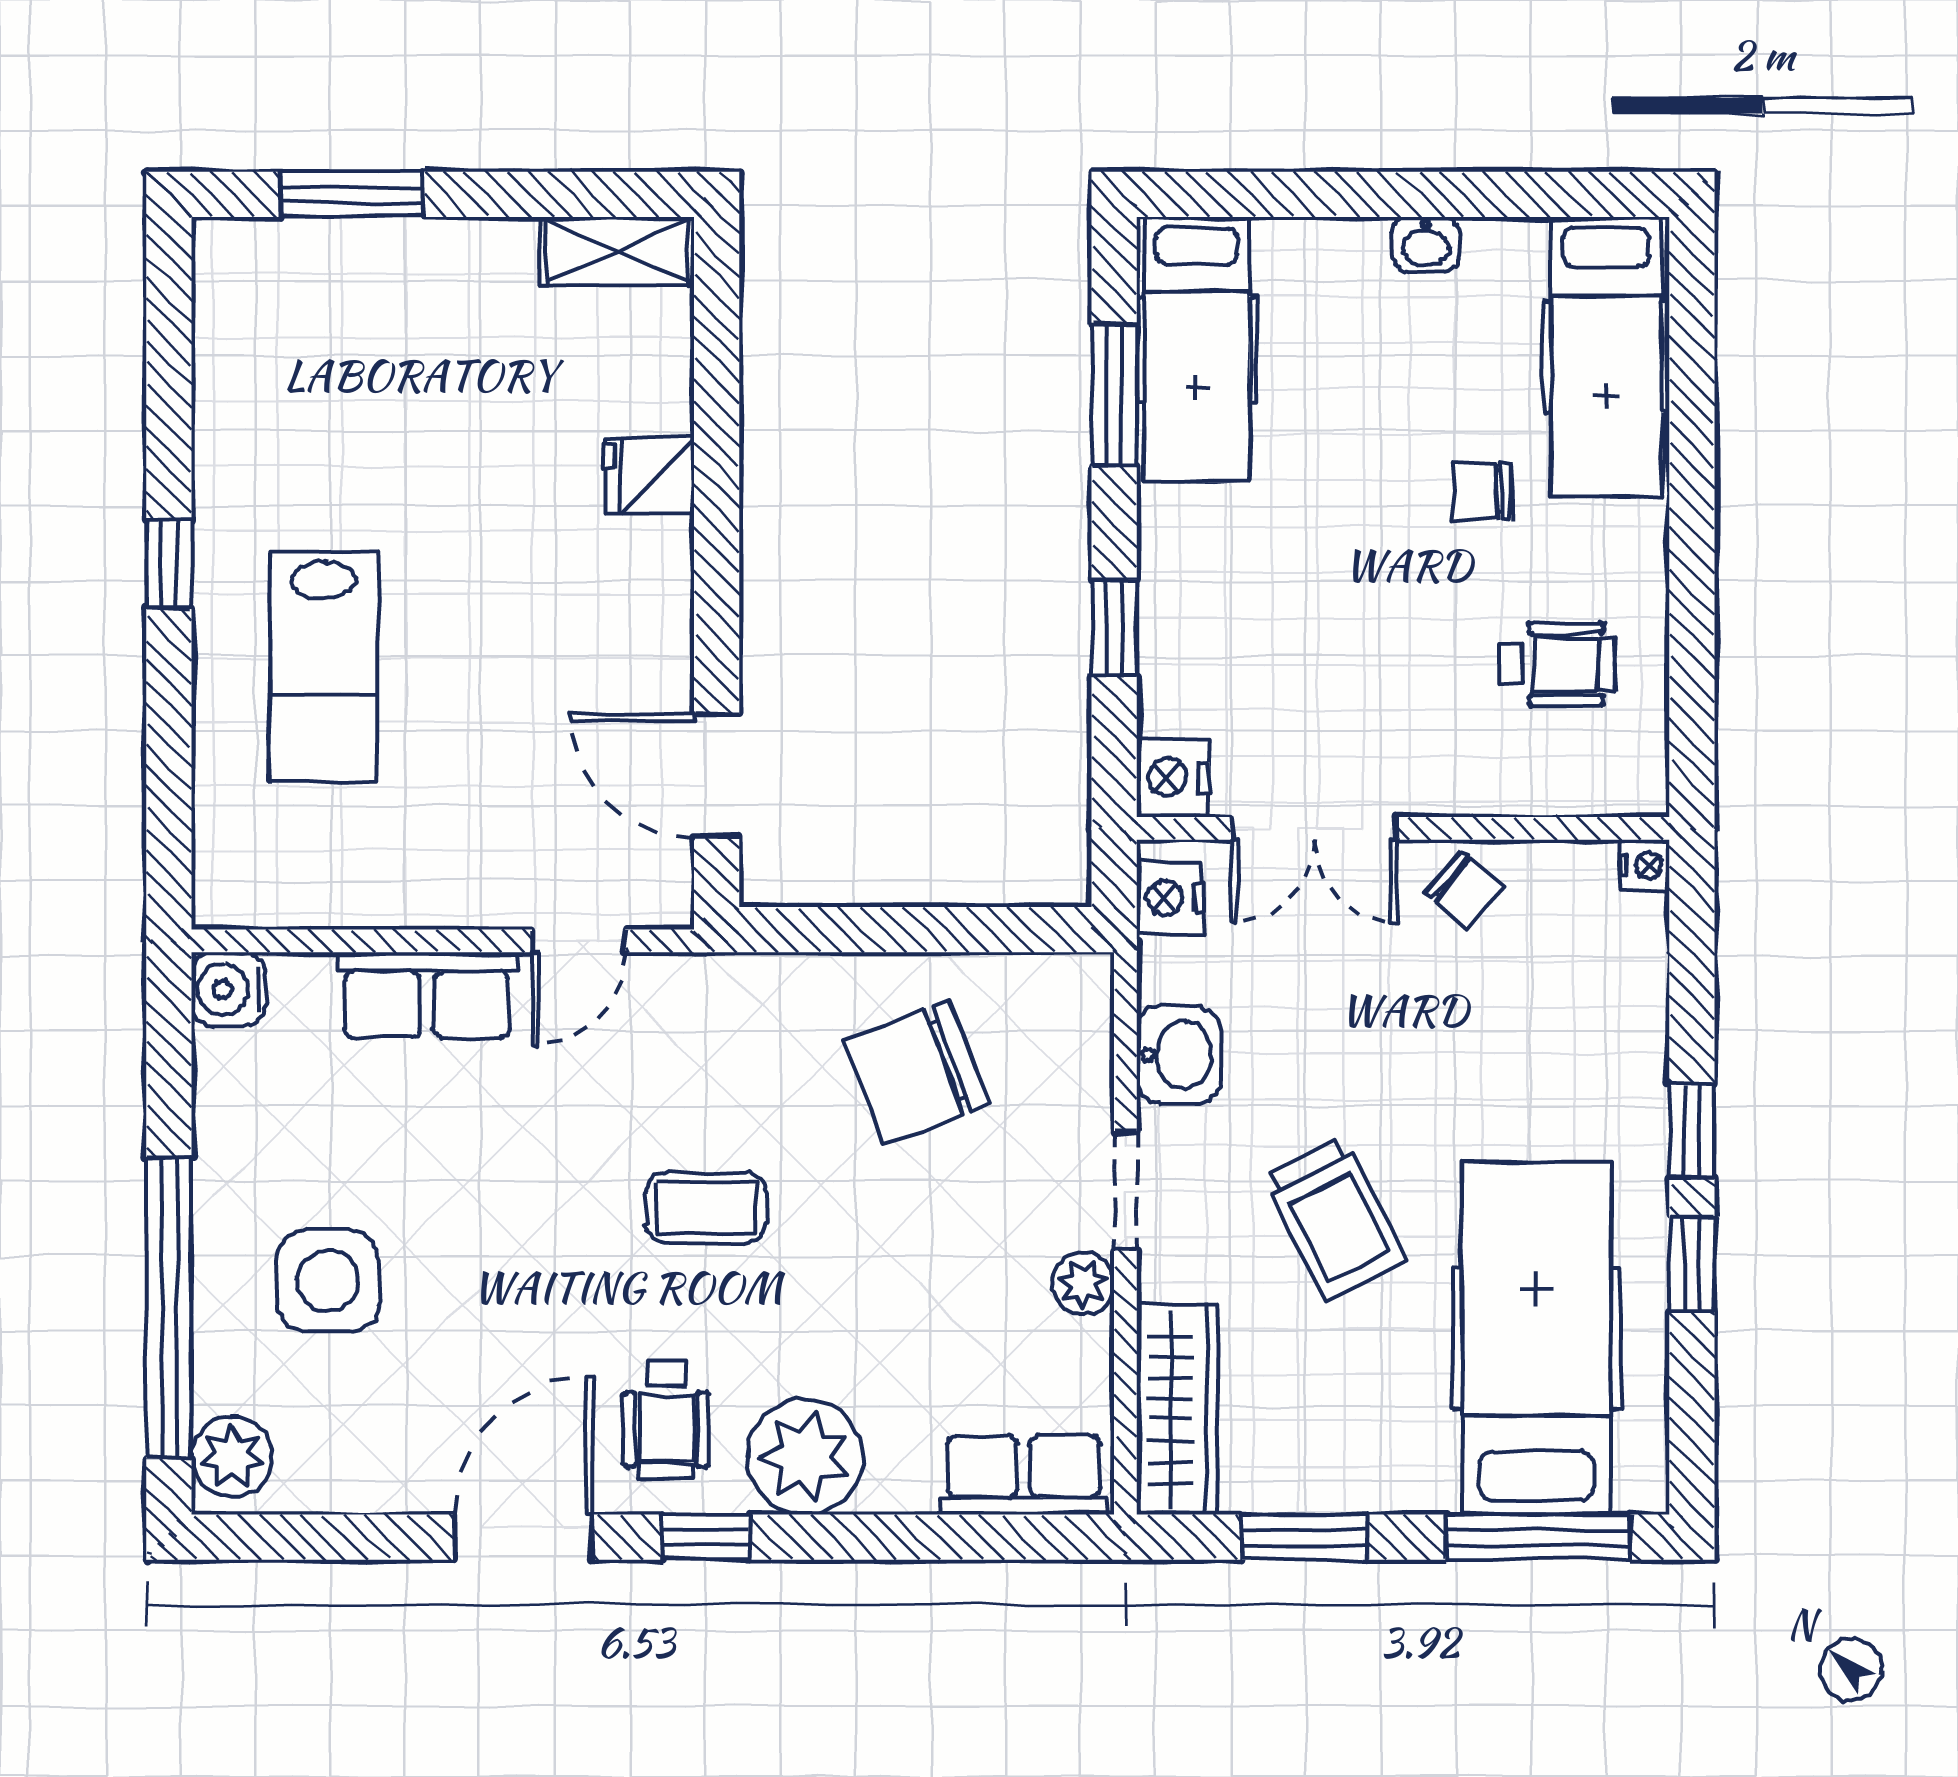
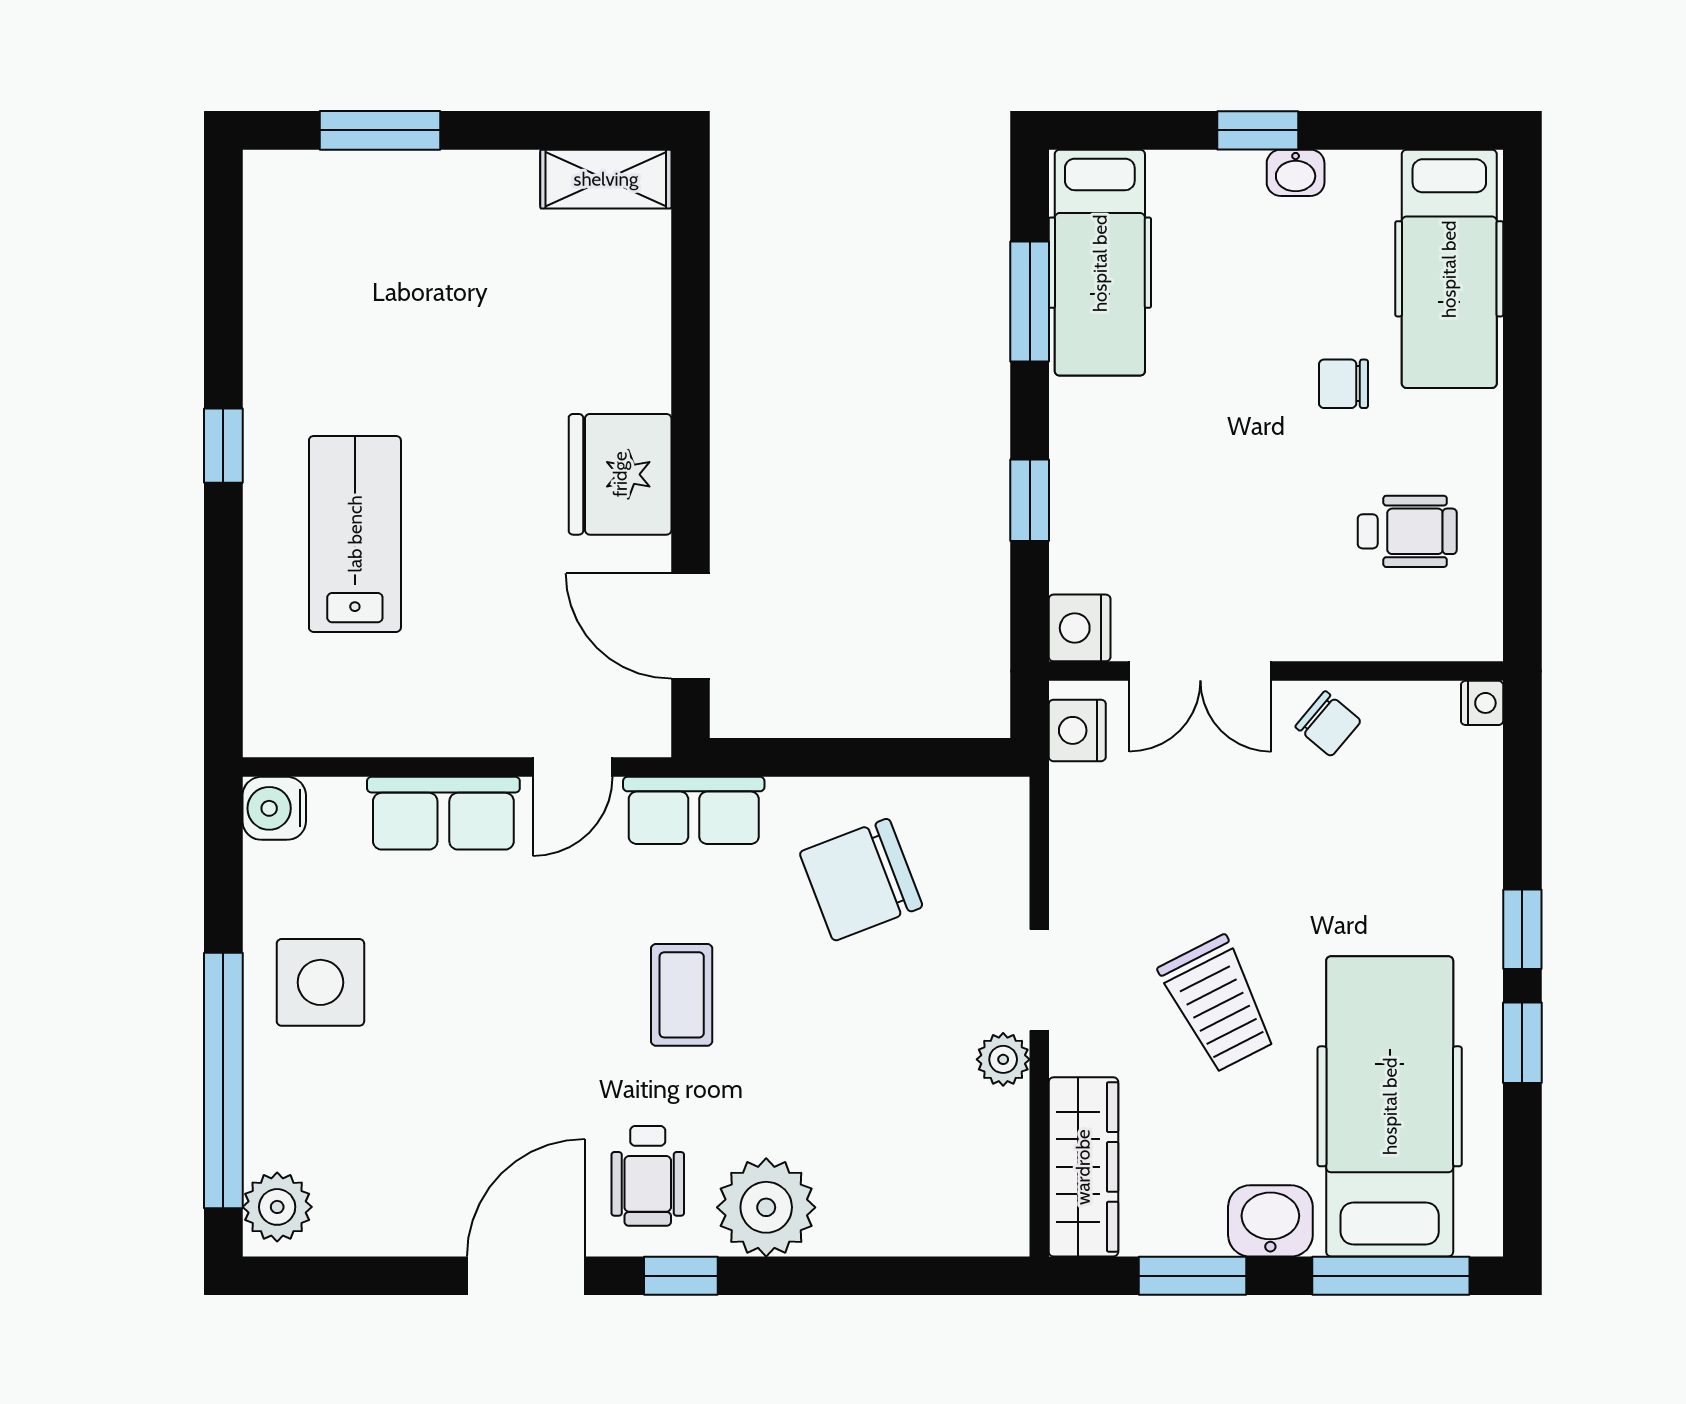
window: (1382, 194) -> (1258, 130), added
fridge: (649, 475) -> (620, 474), moved, width x1.88, depth x1.34
lab bench: (323, 668) -> (355, 534), turned 180
washbasin: (1179, 1055) -> (1270, 1221), moved, turned -90
coffee table: (706, 1208) -> (682, 995), turned 90
side table: (328, 1281) -> (320, 982), moved
row of seats: (1023, 1475) -> (694, 810), moved, turned 180

